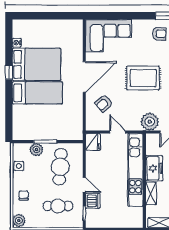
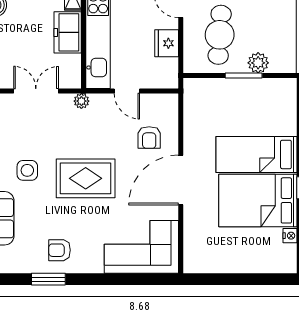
armchair: (104, 103) -> (149, 138), turned 131
plant: (150, 122) -> (81, 101), width x0.53, depth x0.53
fridge: (93, 142) -> (167, 43), moved
side table: (19, 166) -> (287, 36), removed

